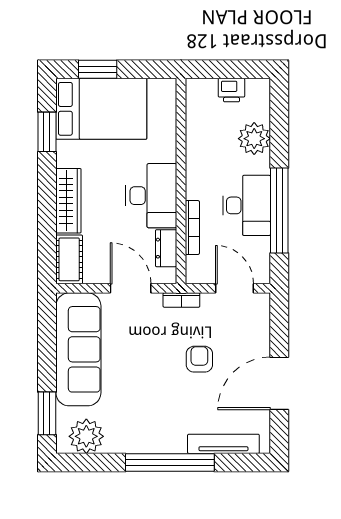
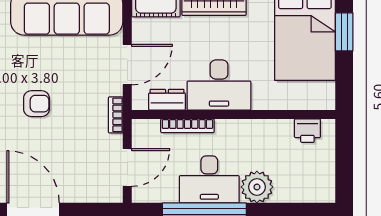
printer: (231, 90) -> (307, 131), moved, turned -90
plant: (254, 139) -> (257, 187), moved
armchair: (199, 359) -> (36, 104), moved

